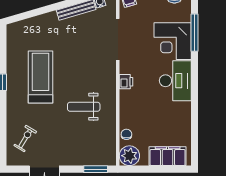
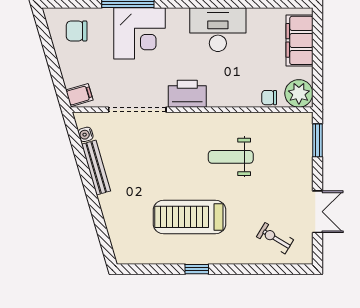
desk: (175, 81) -> (218, 30), moved
printer: (126, 82) -> (187, 94), width x1.87, depth x1.48
weight bench: (84, 107) -> (231, 157), turned 90

